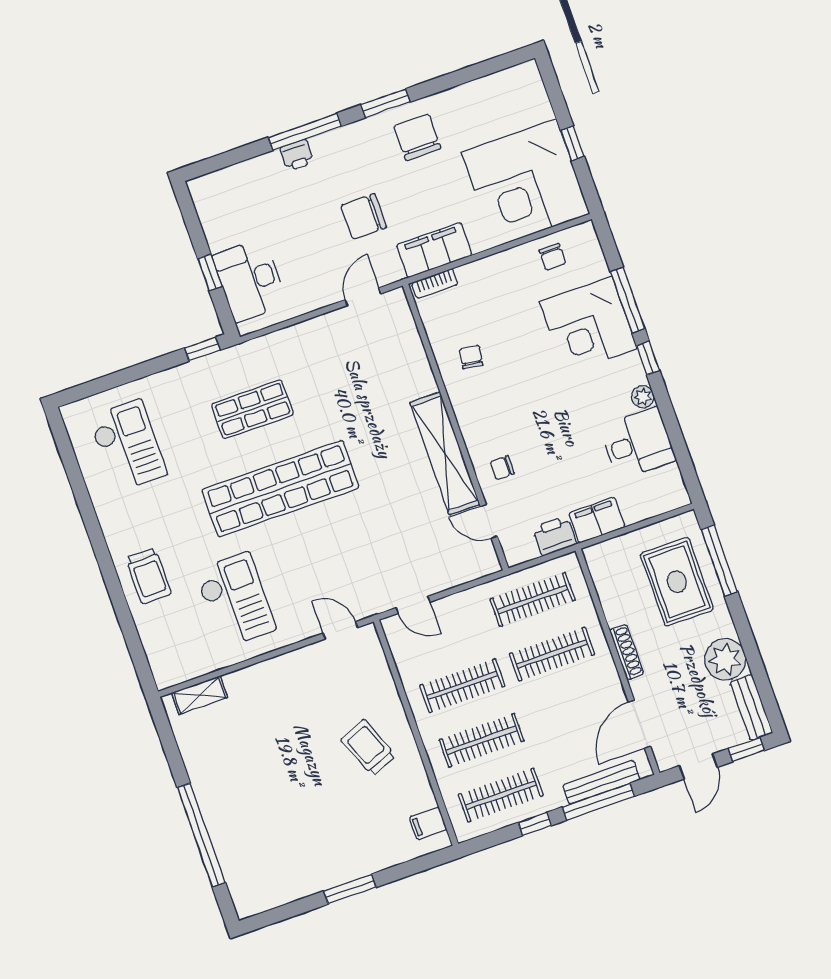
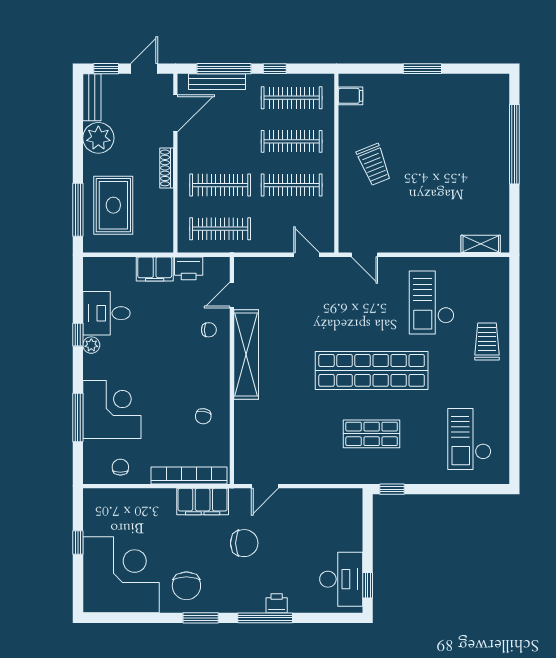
corner desk: (526, 183) -> (121, 575), moved
window: (210, 272) -> (368, 585), moved
desk: (250, 280) -> (341, 579), moved
bookcase: (435, 283) -> (189, 475), width x2.31, depth x1.31
window: (648, 358) -> (78, 335), moved
door: (489, 521) -> (232, 295), swing flipped

